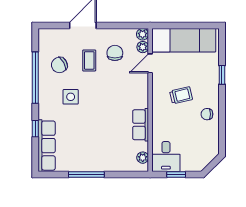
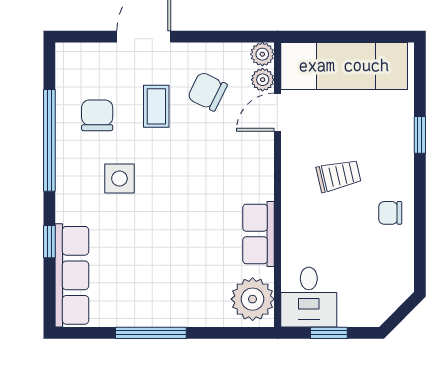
chair: (115, 53) -> (207, 91), turned -64
chair: (59, 65) -> (97, 115), turned 118
plant: (143, 158) -> (253, 299), width x1.88, depth x1.88

